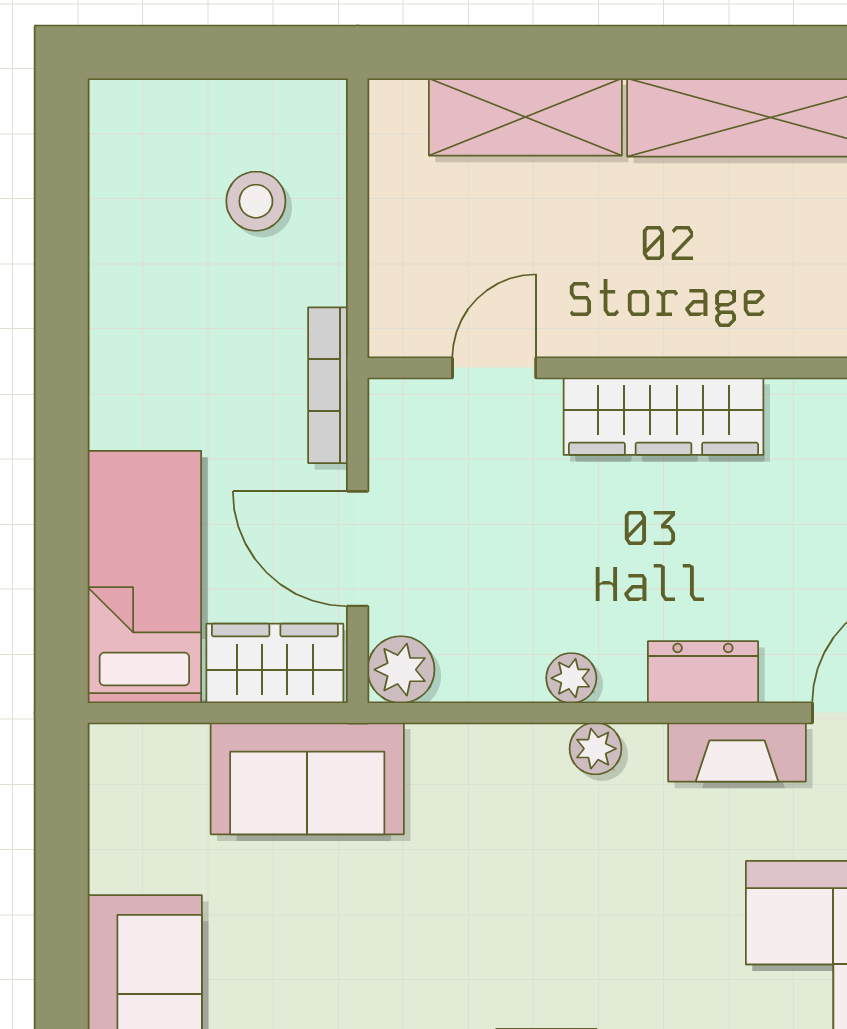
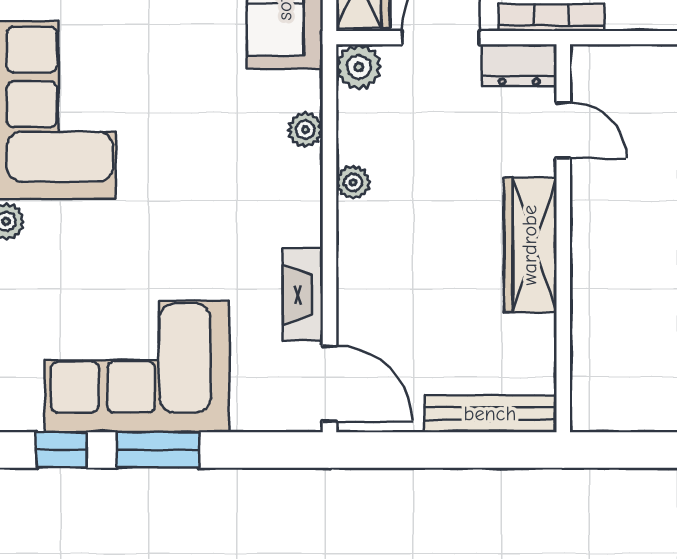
dresser: (703, 672) -> (519, 65), moved, turned 90
plant: (595, 749) -> (305, 130), moved

